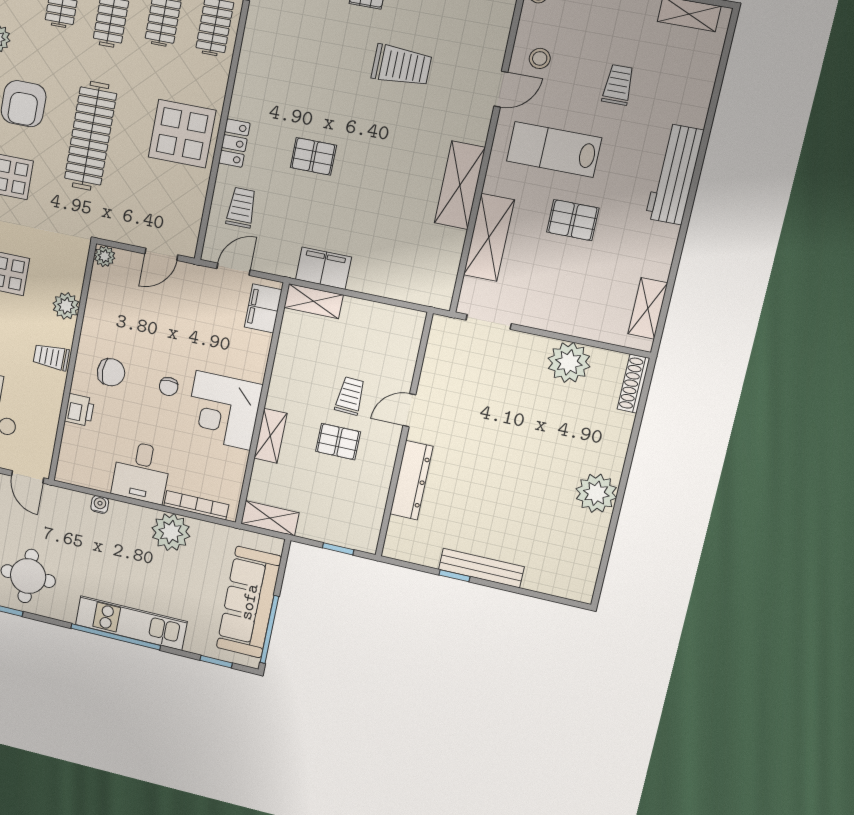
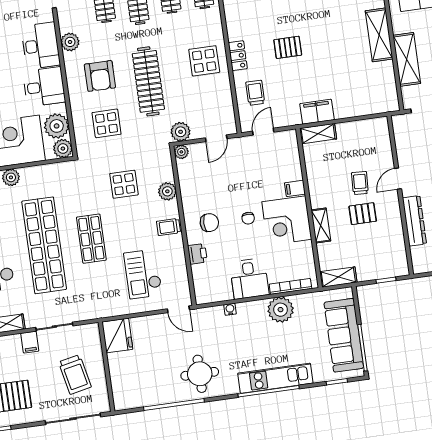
display table: (182, 134) -> (204, 61), width x0.73, depth x0.73
plant: (113, 227) -> (181, 132), added
filing cabinet: (263, 308) -> (295, 188), moved, width x0.50

